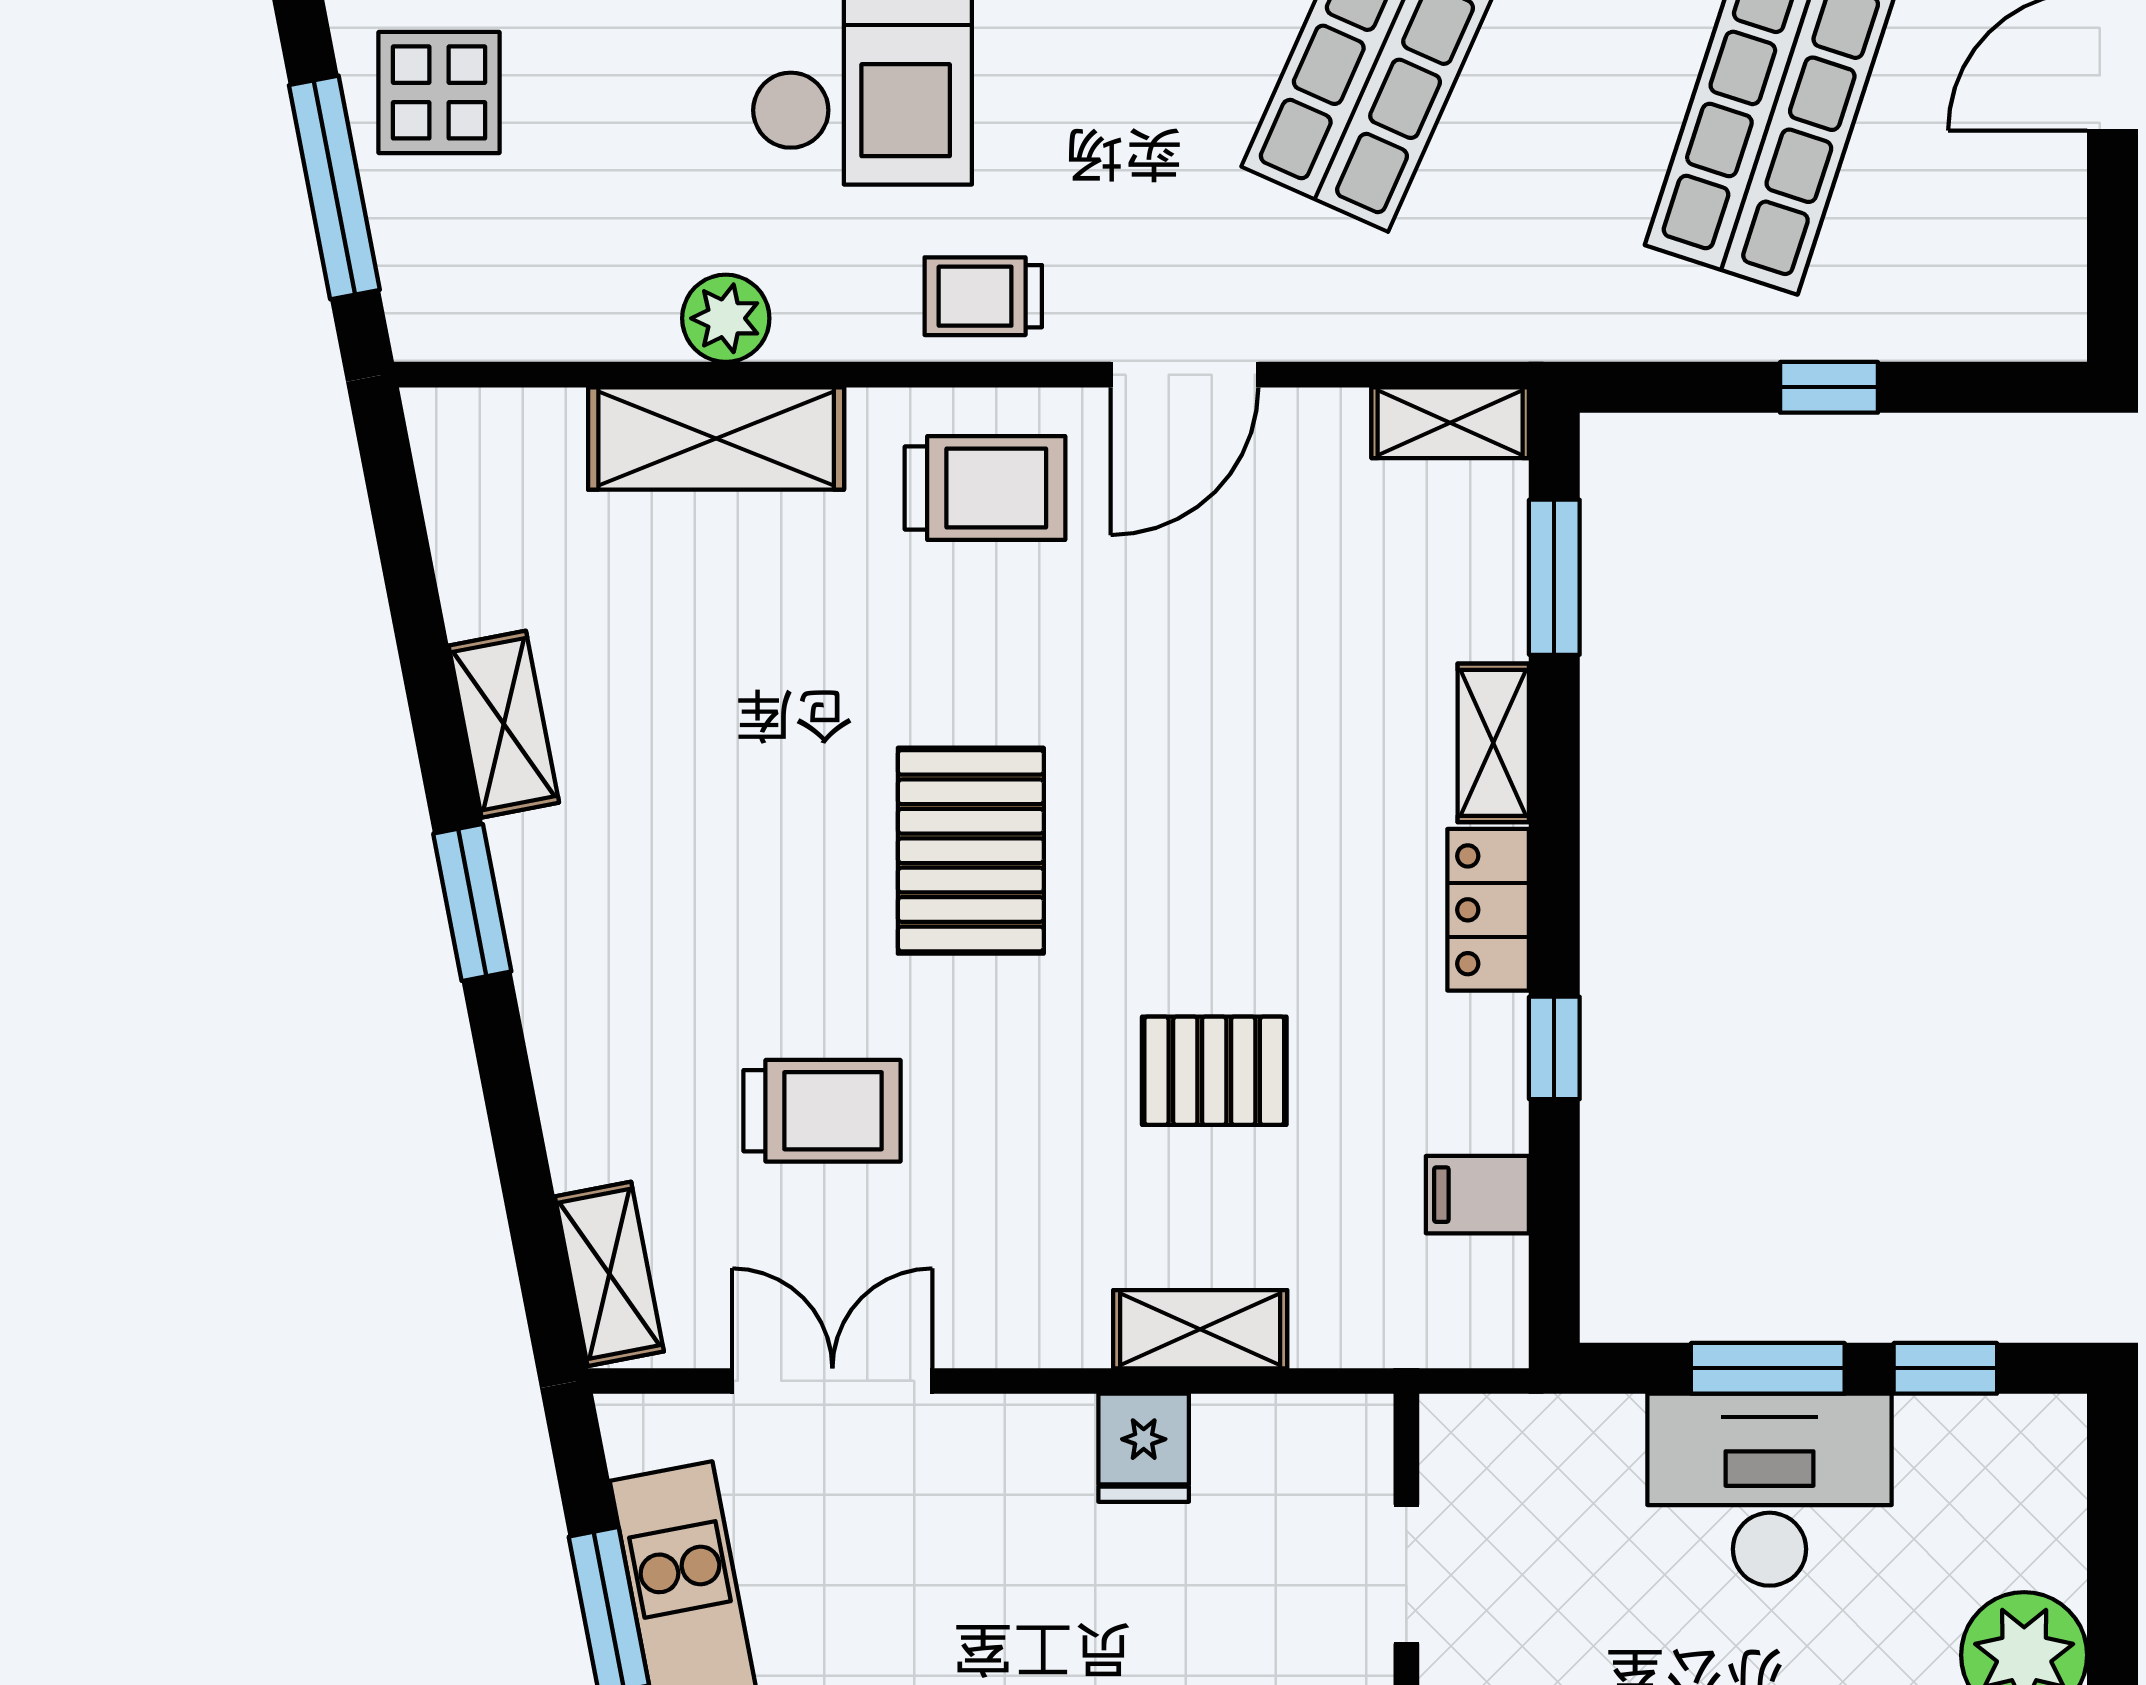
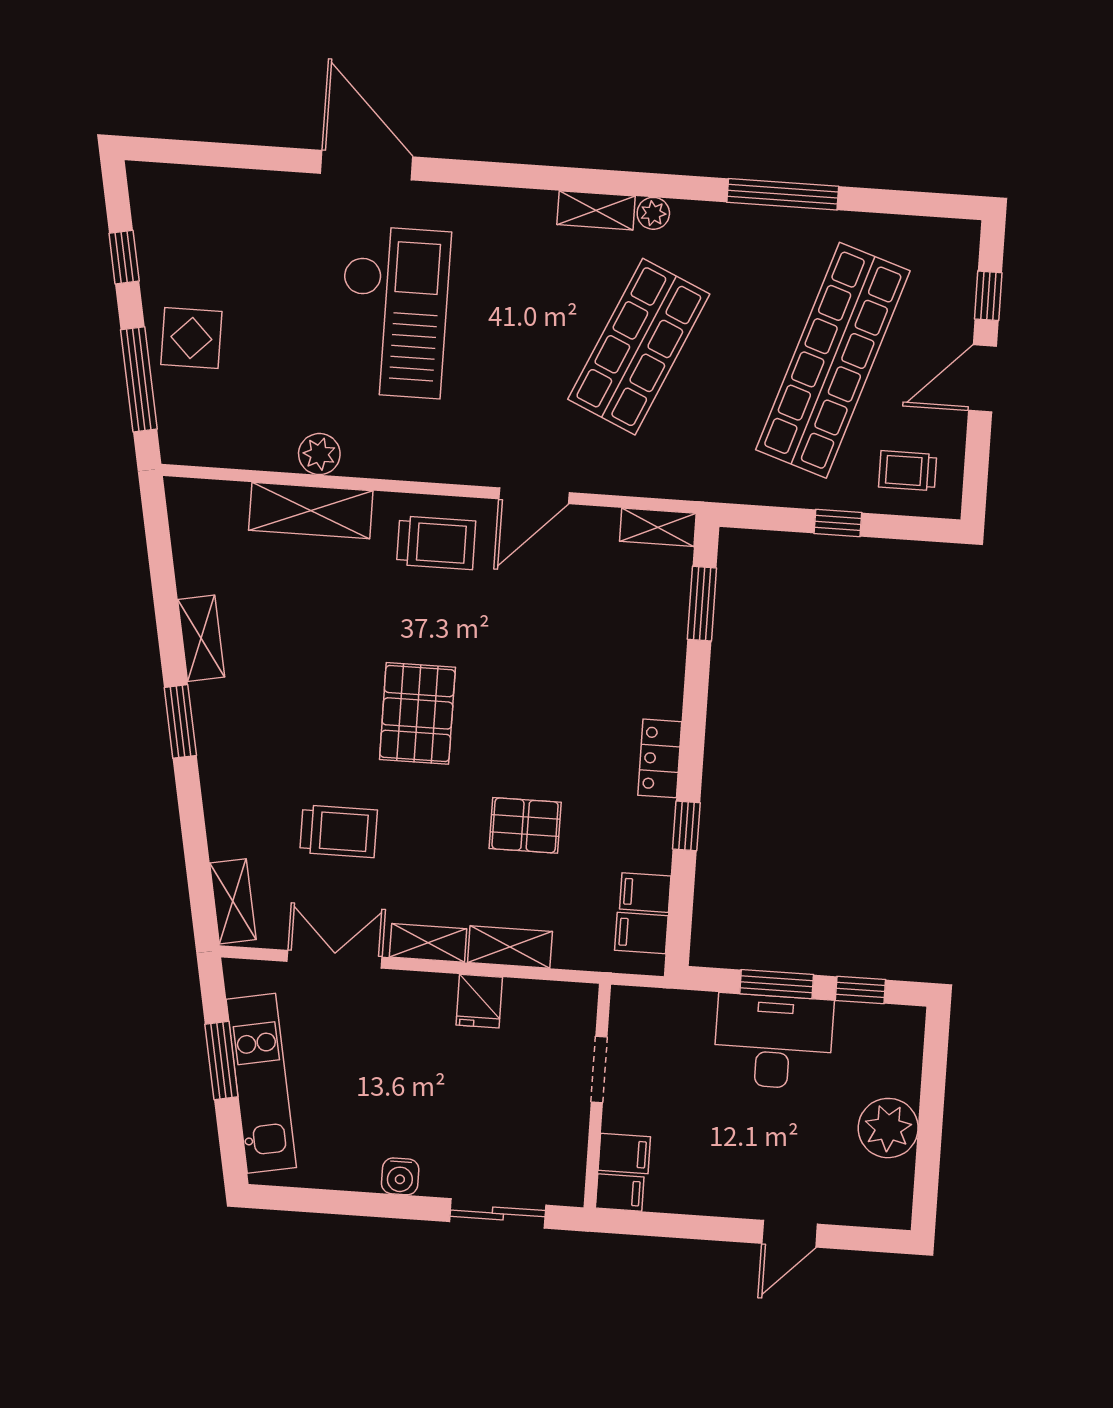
trolley: (983, 296) -> (908, 471), moved
shelving: (1493, 743) -> (428, 943), moved, turned 90
filing cabinet: (1475, 1280) -> (641, 933), added

